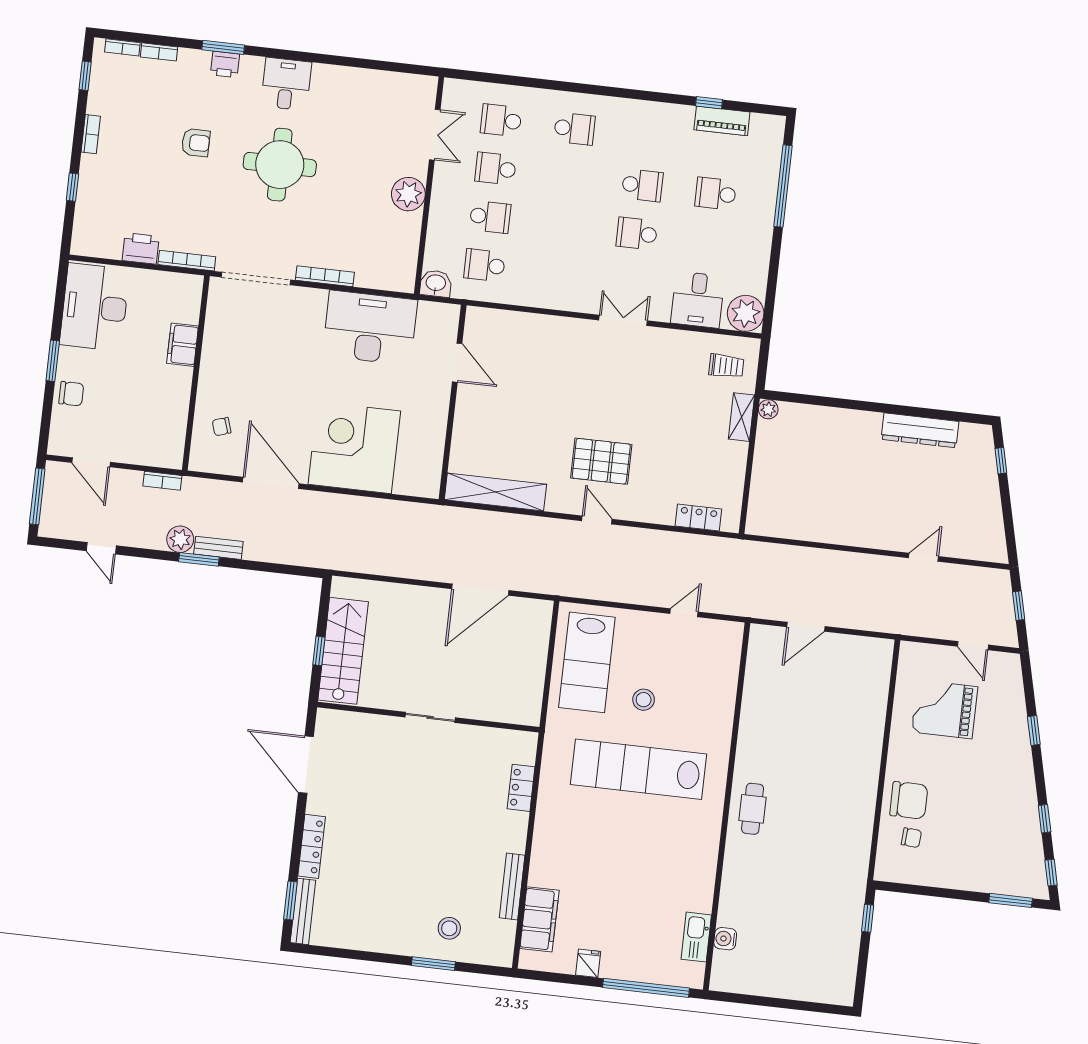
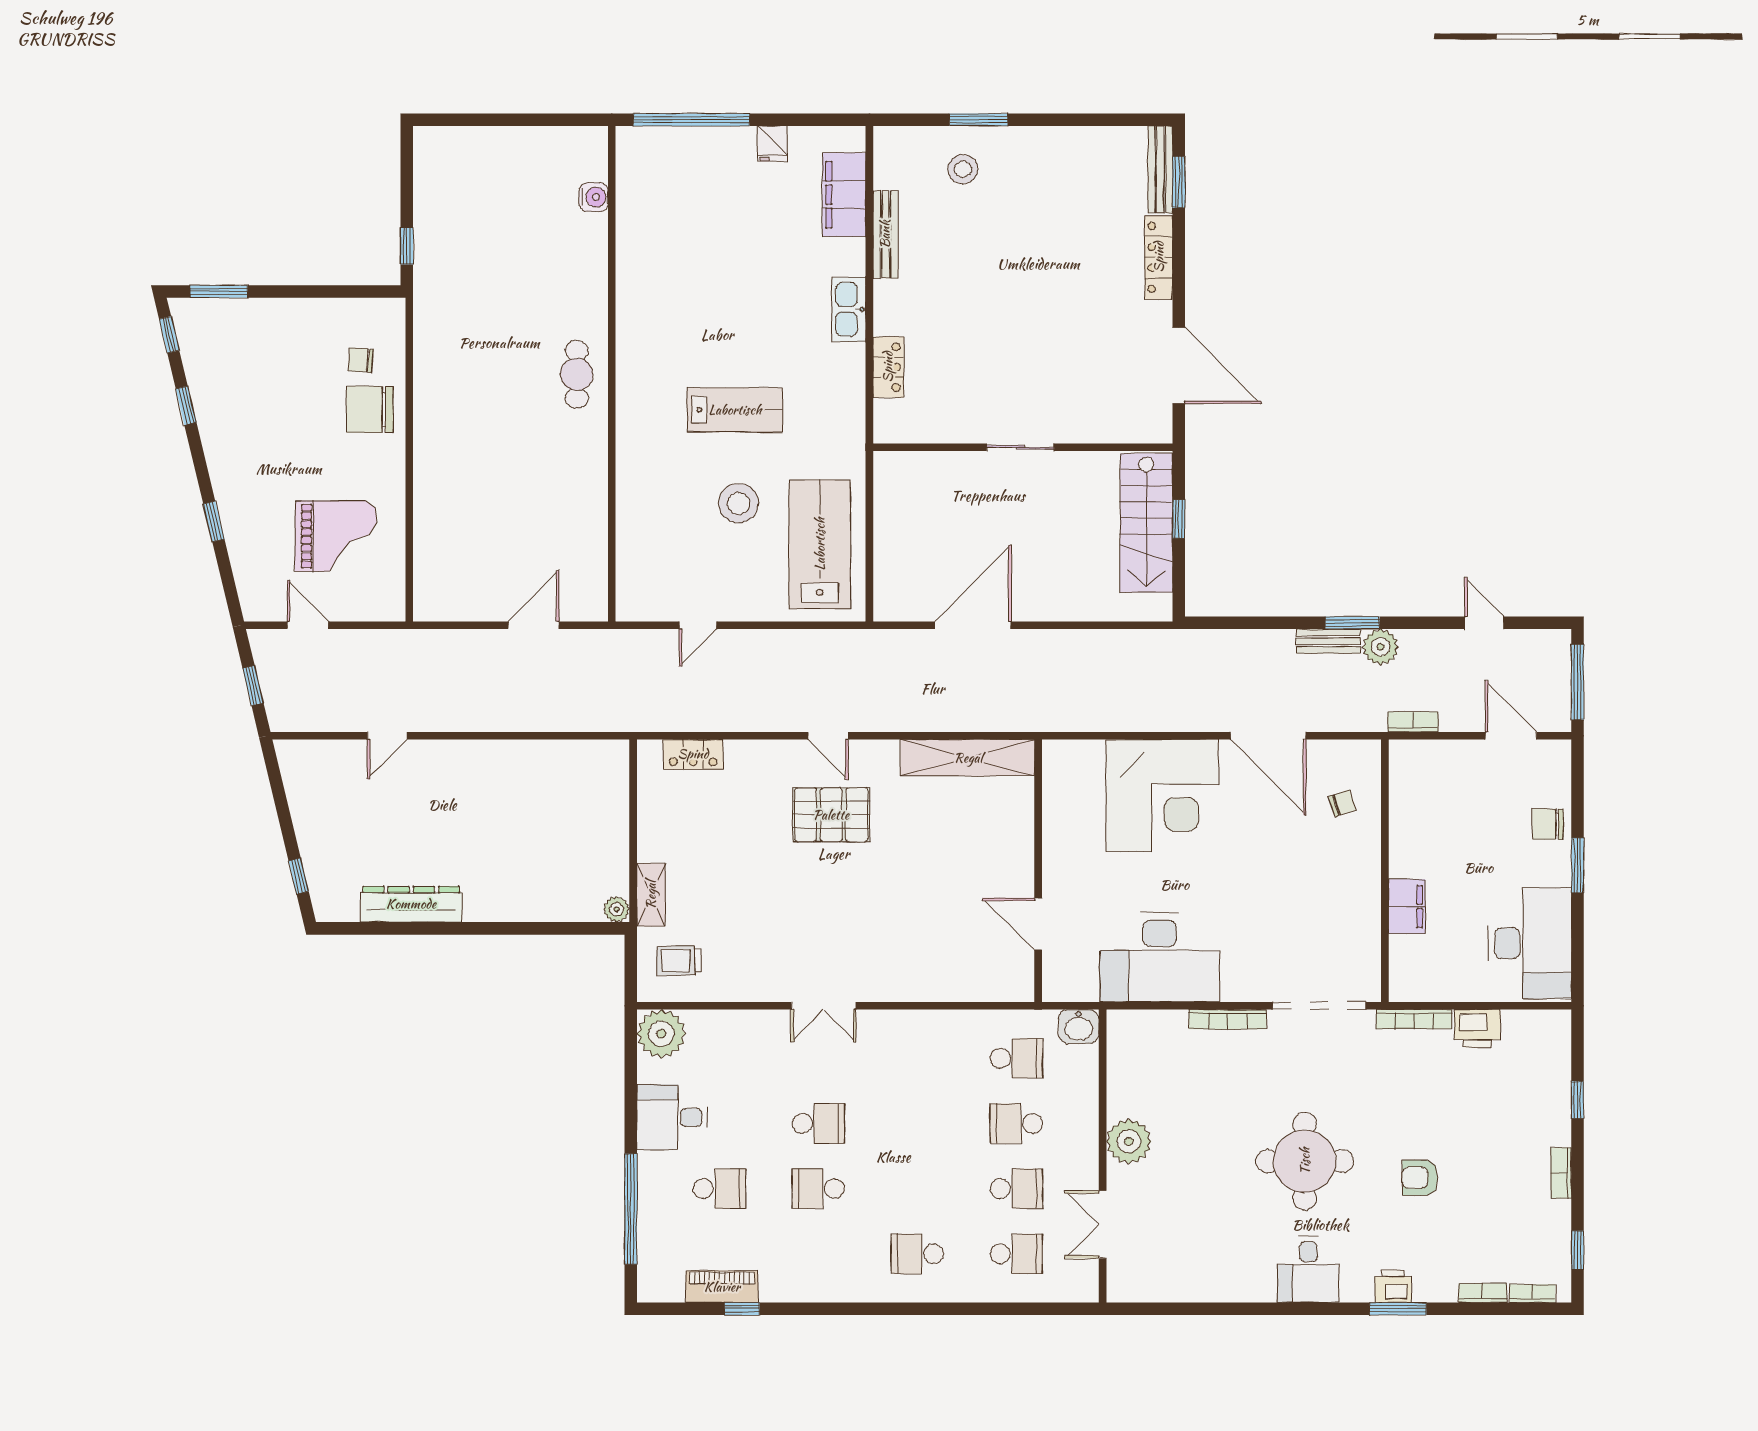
desk: (698, 300) -> (672, 1117), moved, turned -90
stool: (644, 700) -> (739, 503), width x1.38, depth x1.38
lab bench: (638, 769) -> (735, 410), width x0.54, depth x0.72
kitchen sink: (696, 937) -> (849, 309), moved, turned 180

